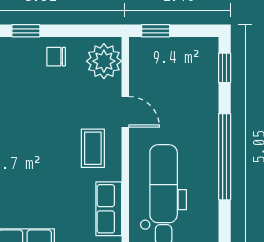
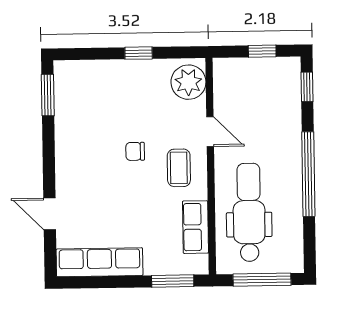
window: (26, 31) -> (139, 53), moved
window: (156, 31) -> (262, 51), moved
chair: (56, 57) -> (135, 151), moved

